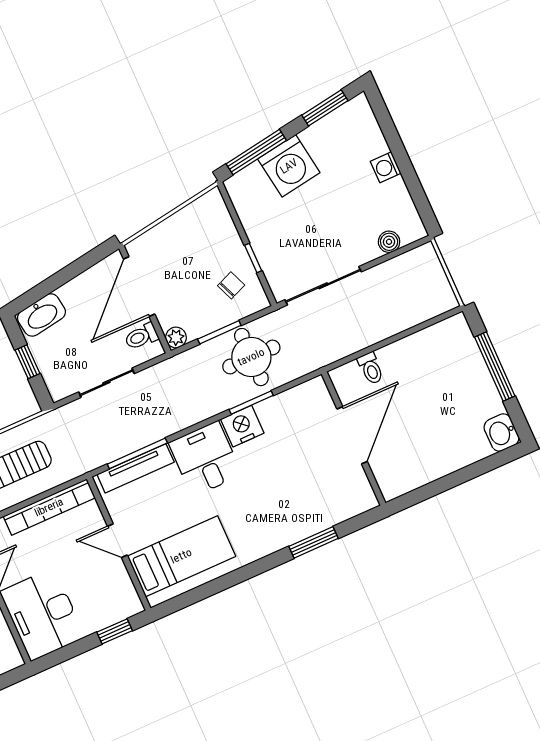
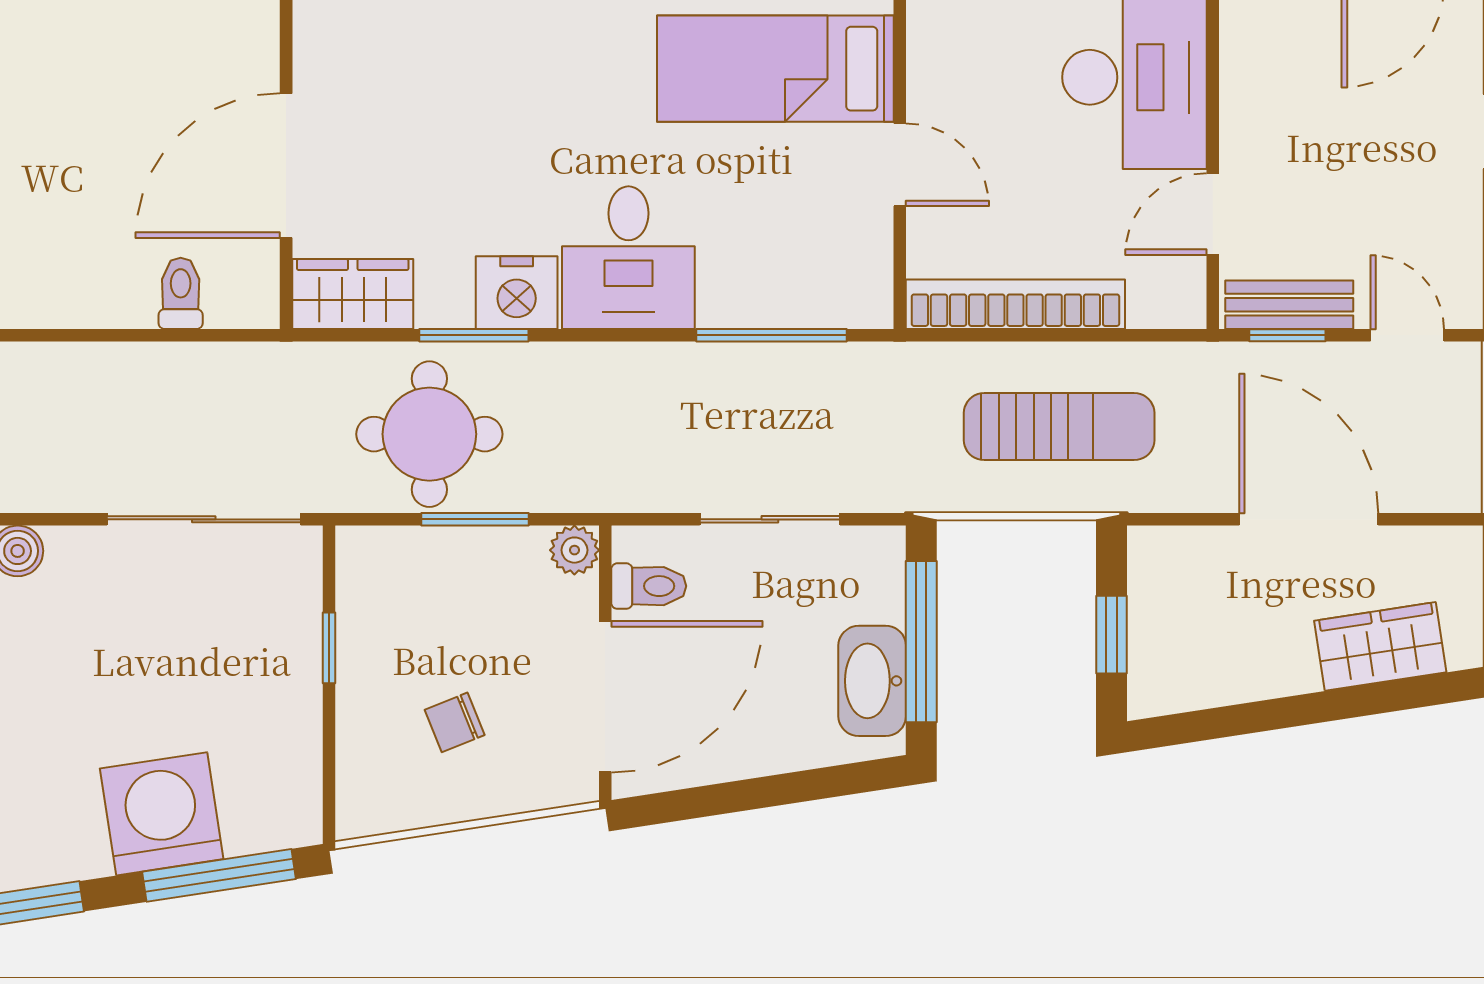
chair: (231, 285) -> (455, 722), moved
washbasin: (41, 315) -> (872, 681), moved, turned -81
window: (28, 362) -> (921, 642), width x2.17
wardrobe: (305, 398) -> (353, 294), added
tv unit: (136, 468) -> (790, 305), removed

